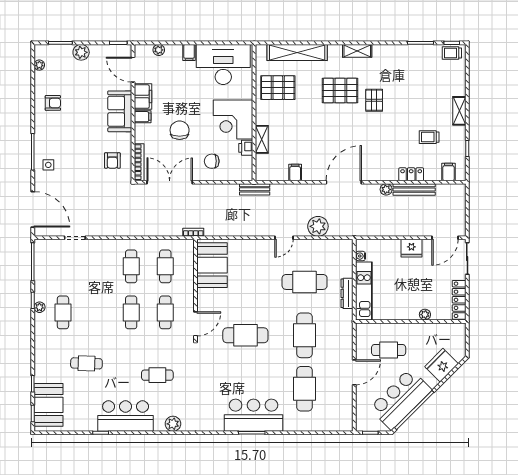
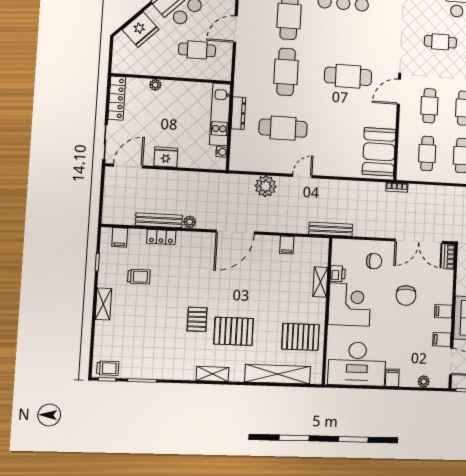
filing cabinet: (143, 97) -> (442, 339), width x0.50
bookcase: (139, 162) -> (449, 257), width x0.64
bench: (255, 189) -> (331, 229), width x1.36

